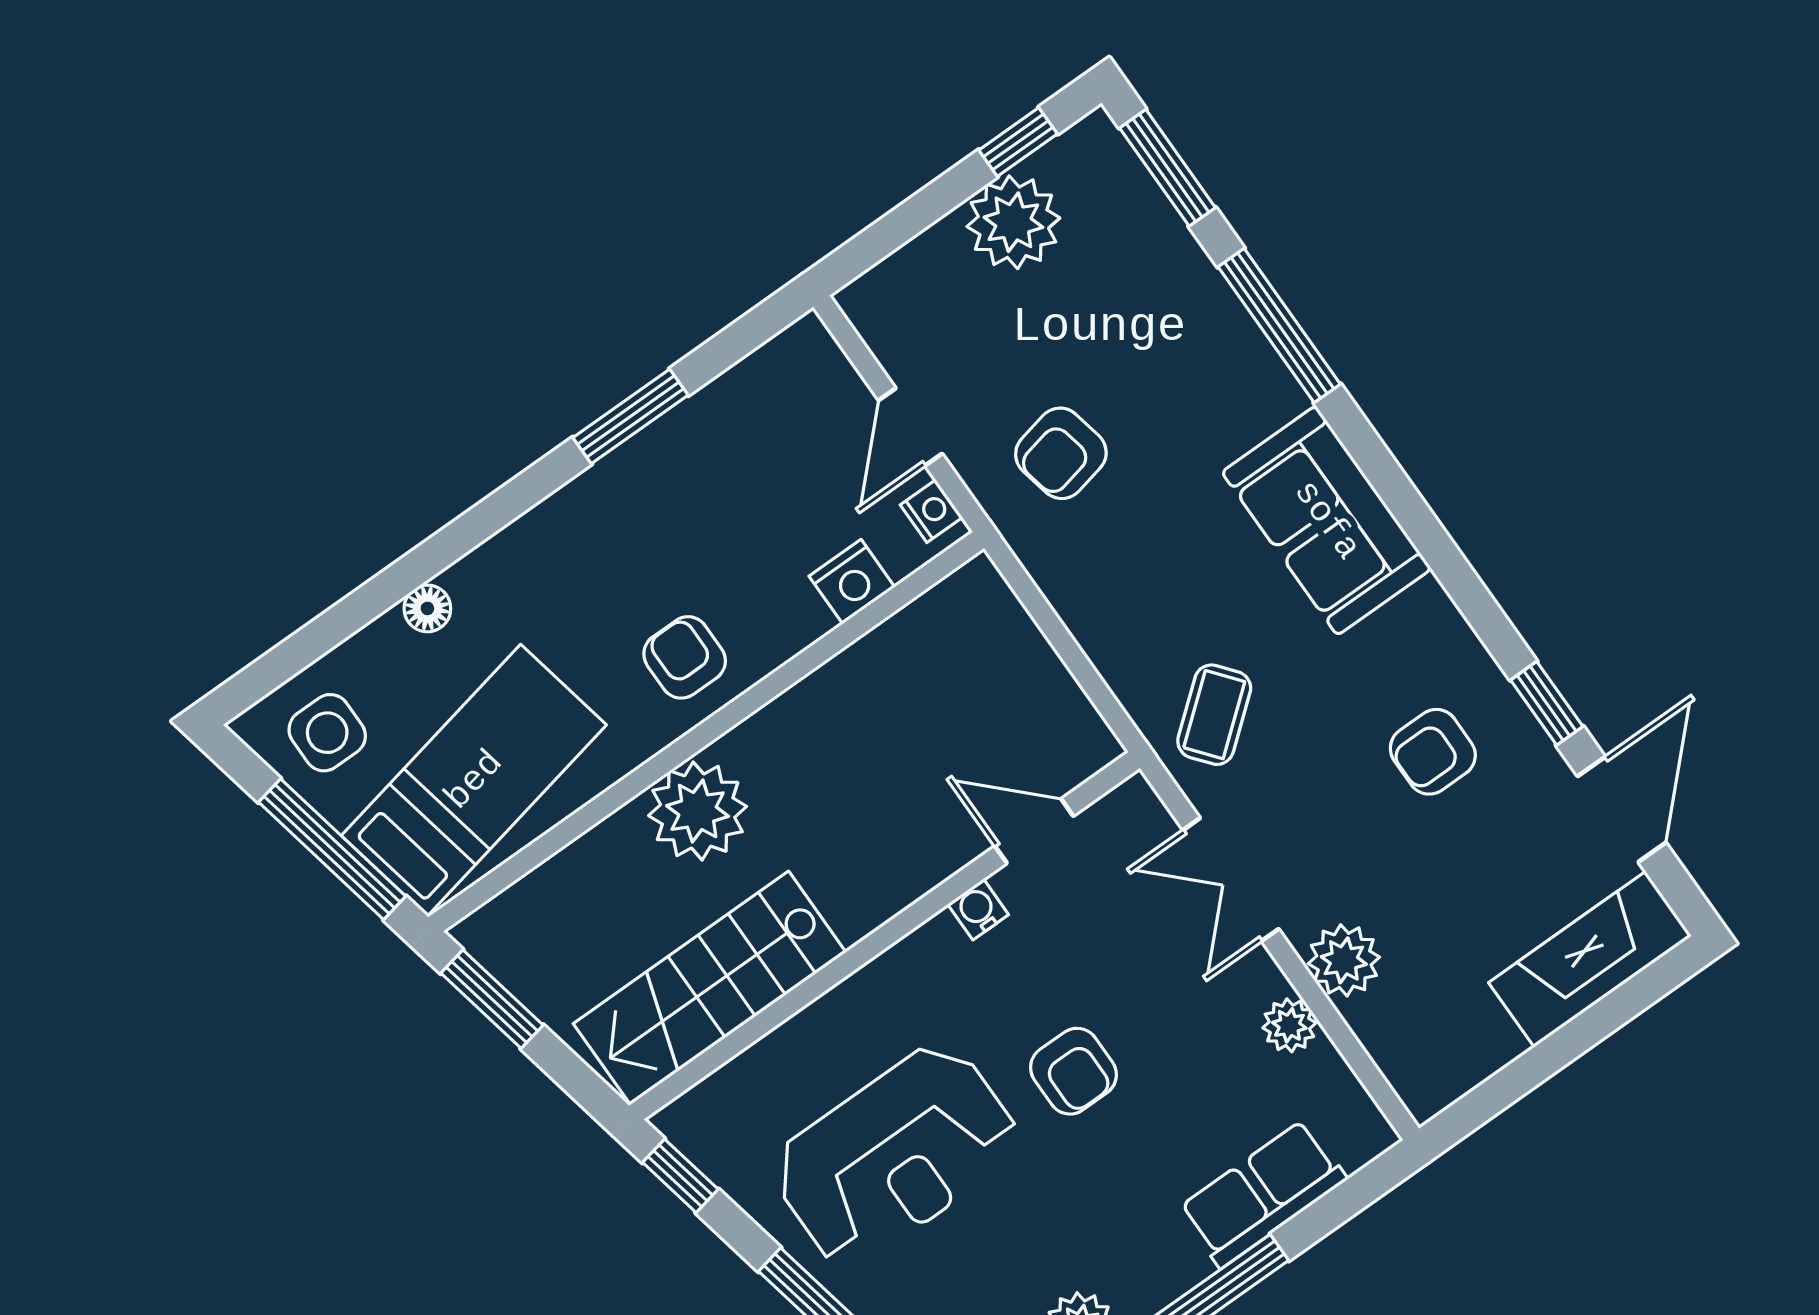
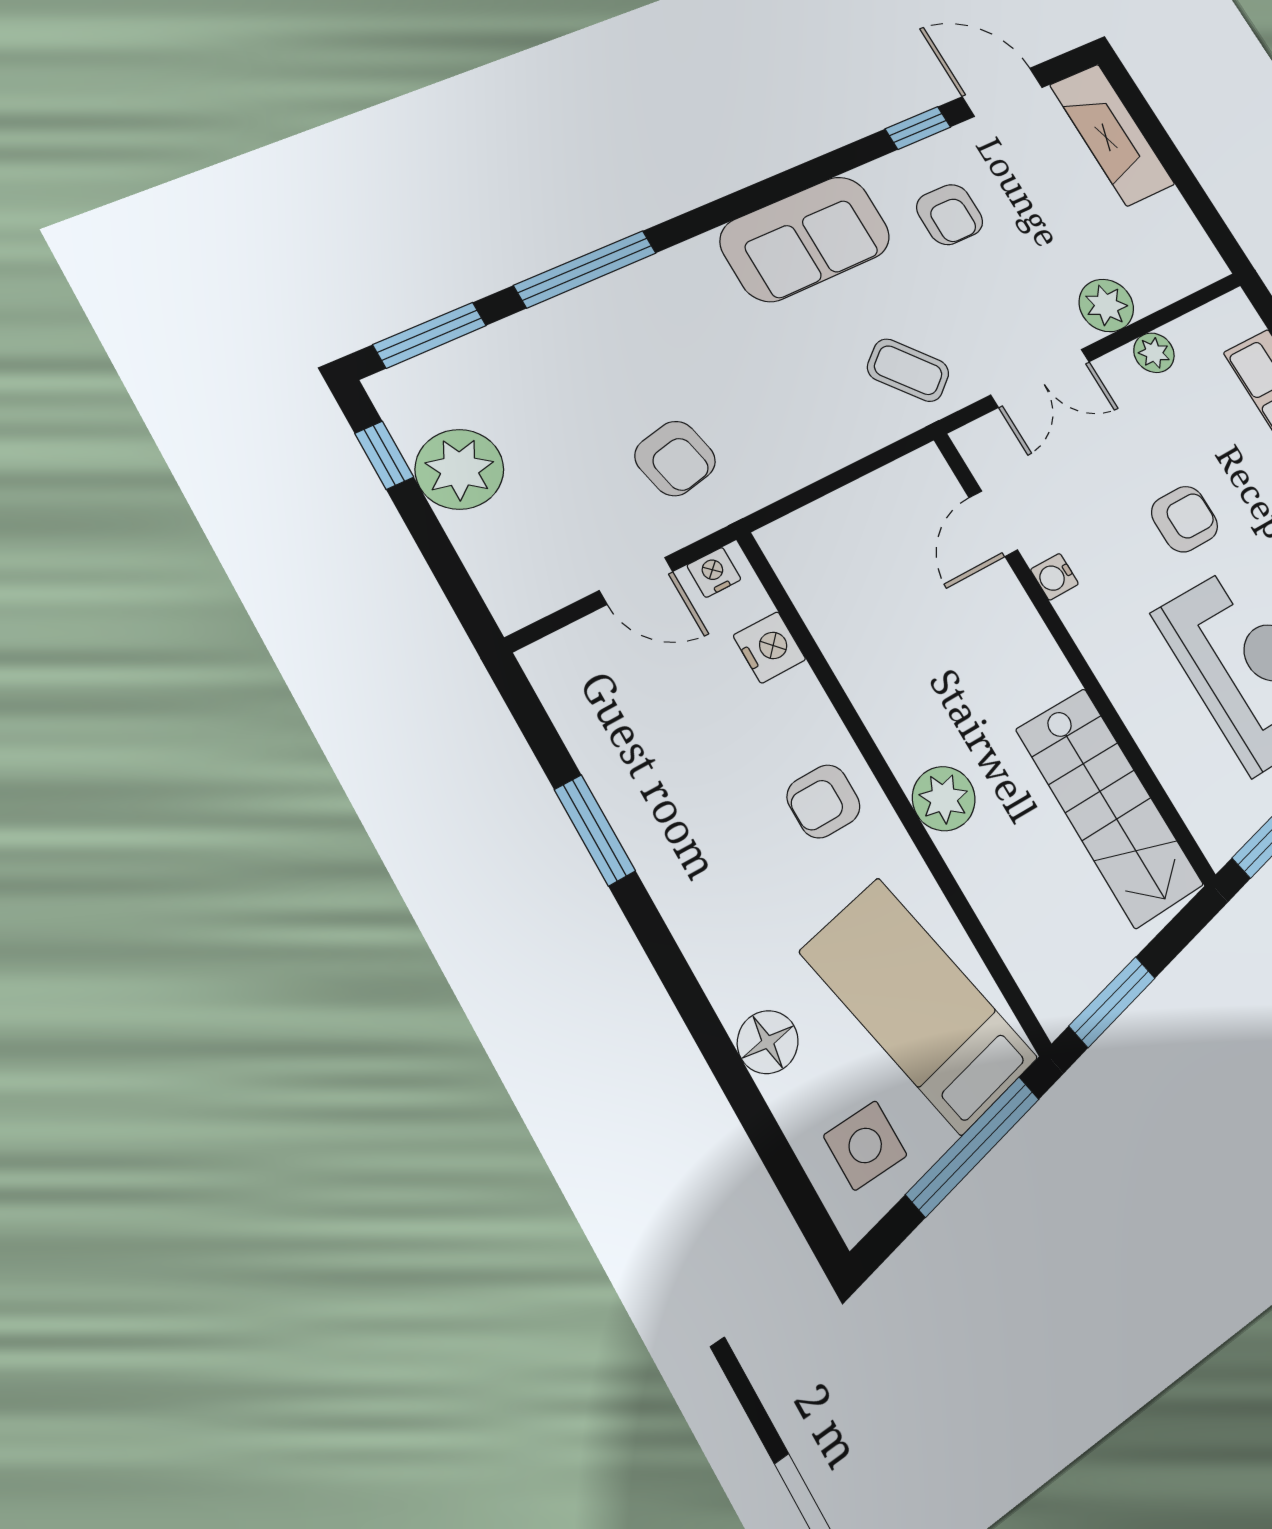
sofa: (1327, 520) -> (806, 239), moved
floor lamp: (427, 608) -> (768, 1042), width x1.37, depth x1.37
plant: (698, 811) -> (944, 799), width x0.73, depth x0.73

